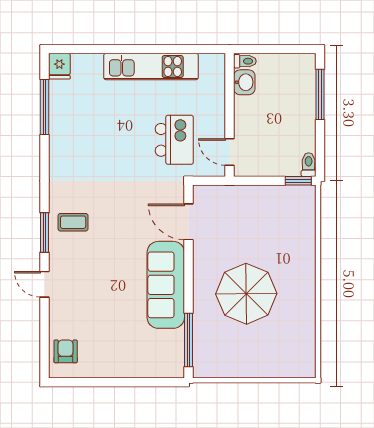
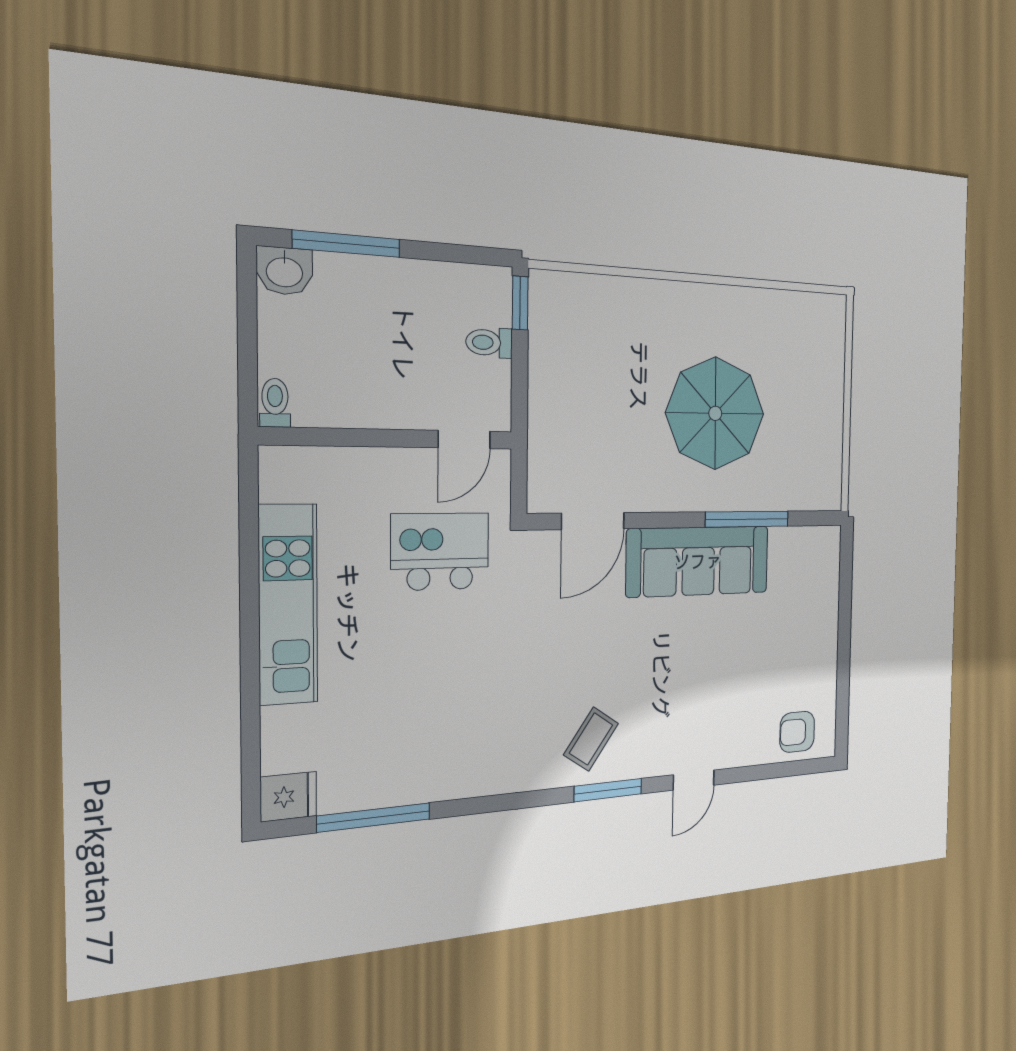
washbasin: (244, 82) -> (285, 271), moved, turned 180
toilet: (309, 165) -> (489, 343), moved
coffee table: (73, 222) -> (591, 739), turned 35
window: (188, 340) -> (747, 519), moved

